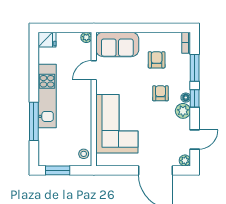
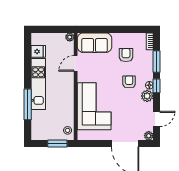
fridge: (47, 40) -> (38, 51), moved
window: (58, 170) -> (57, 144), moved

